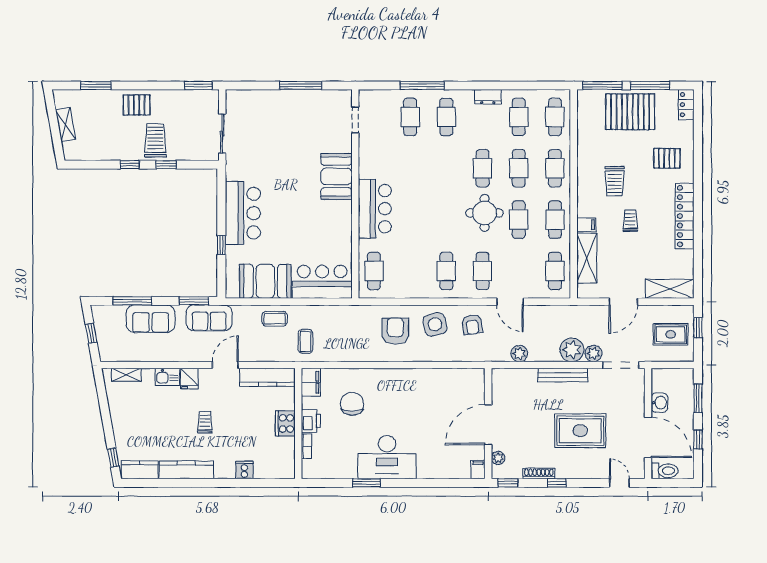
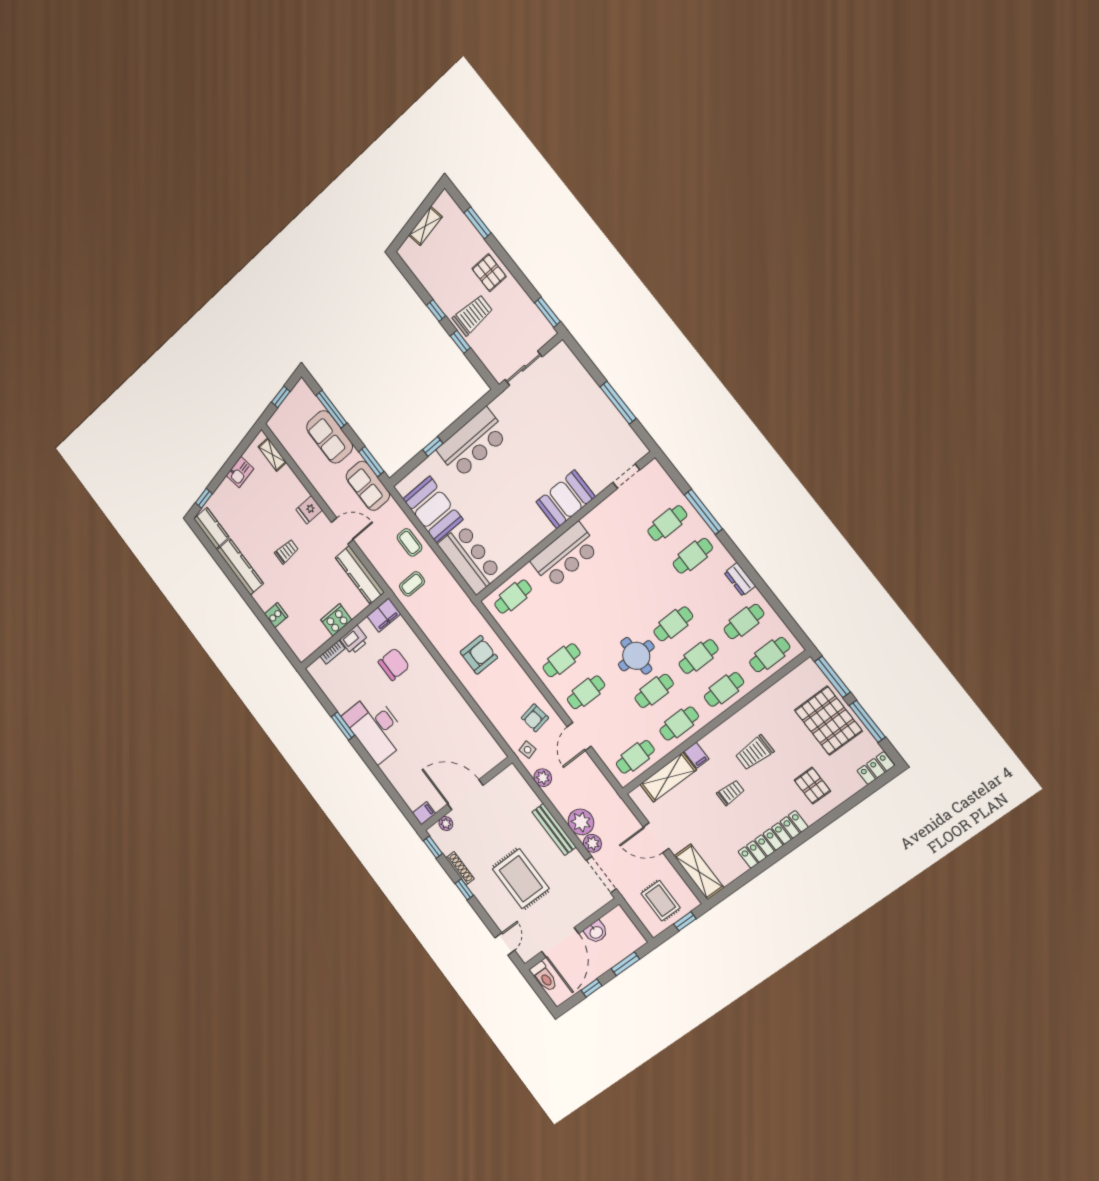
side table: (435, 324) -> (528, 750), moved, width x0.54, depth x0.54
kitchen sink: (167, 377) -> (240, 472), moved, turned -100

